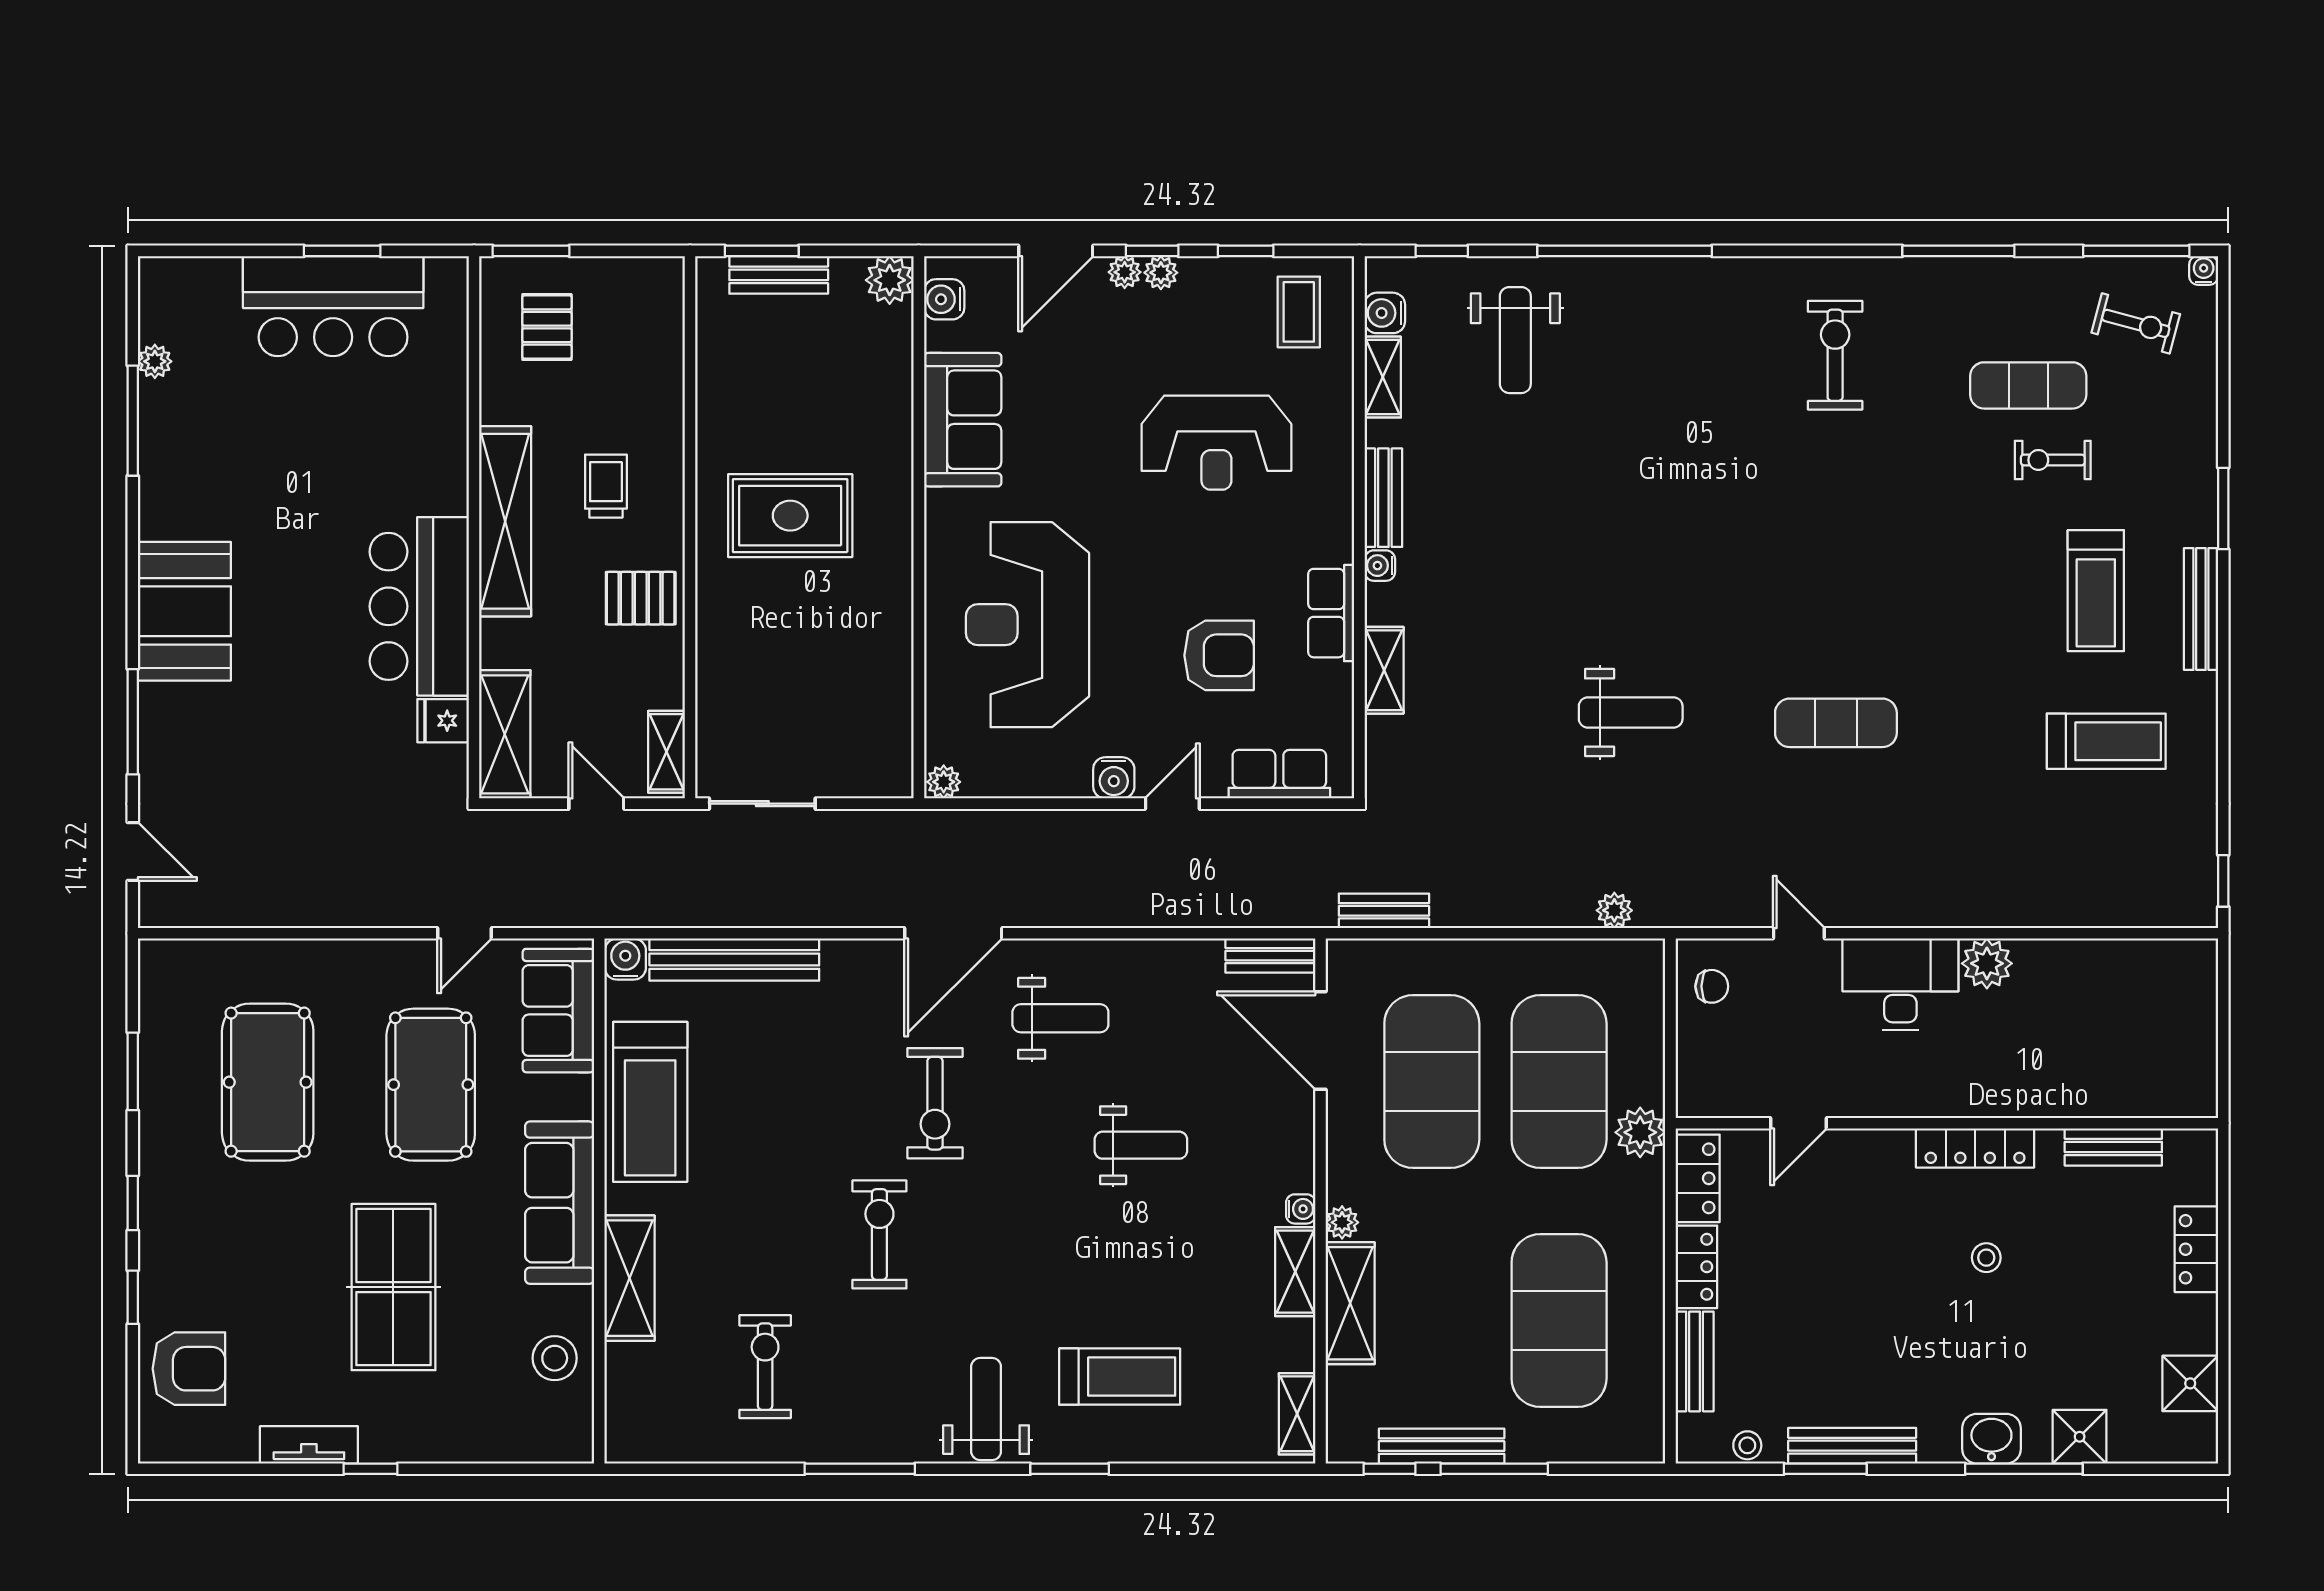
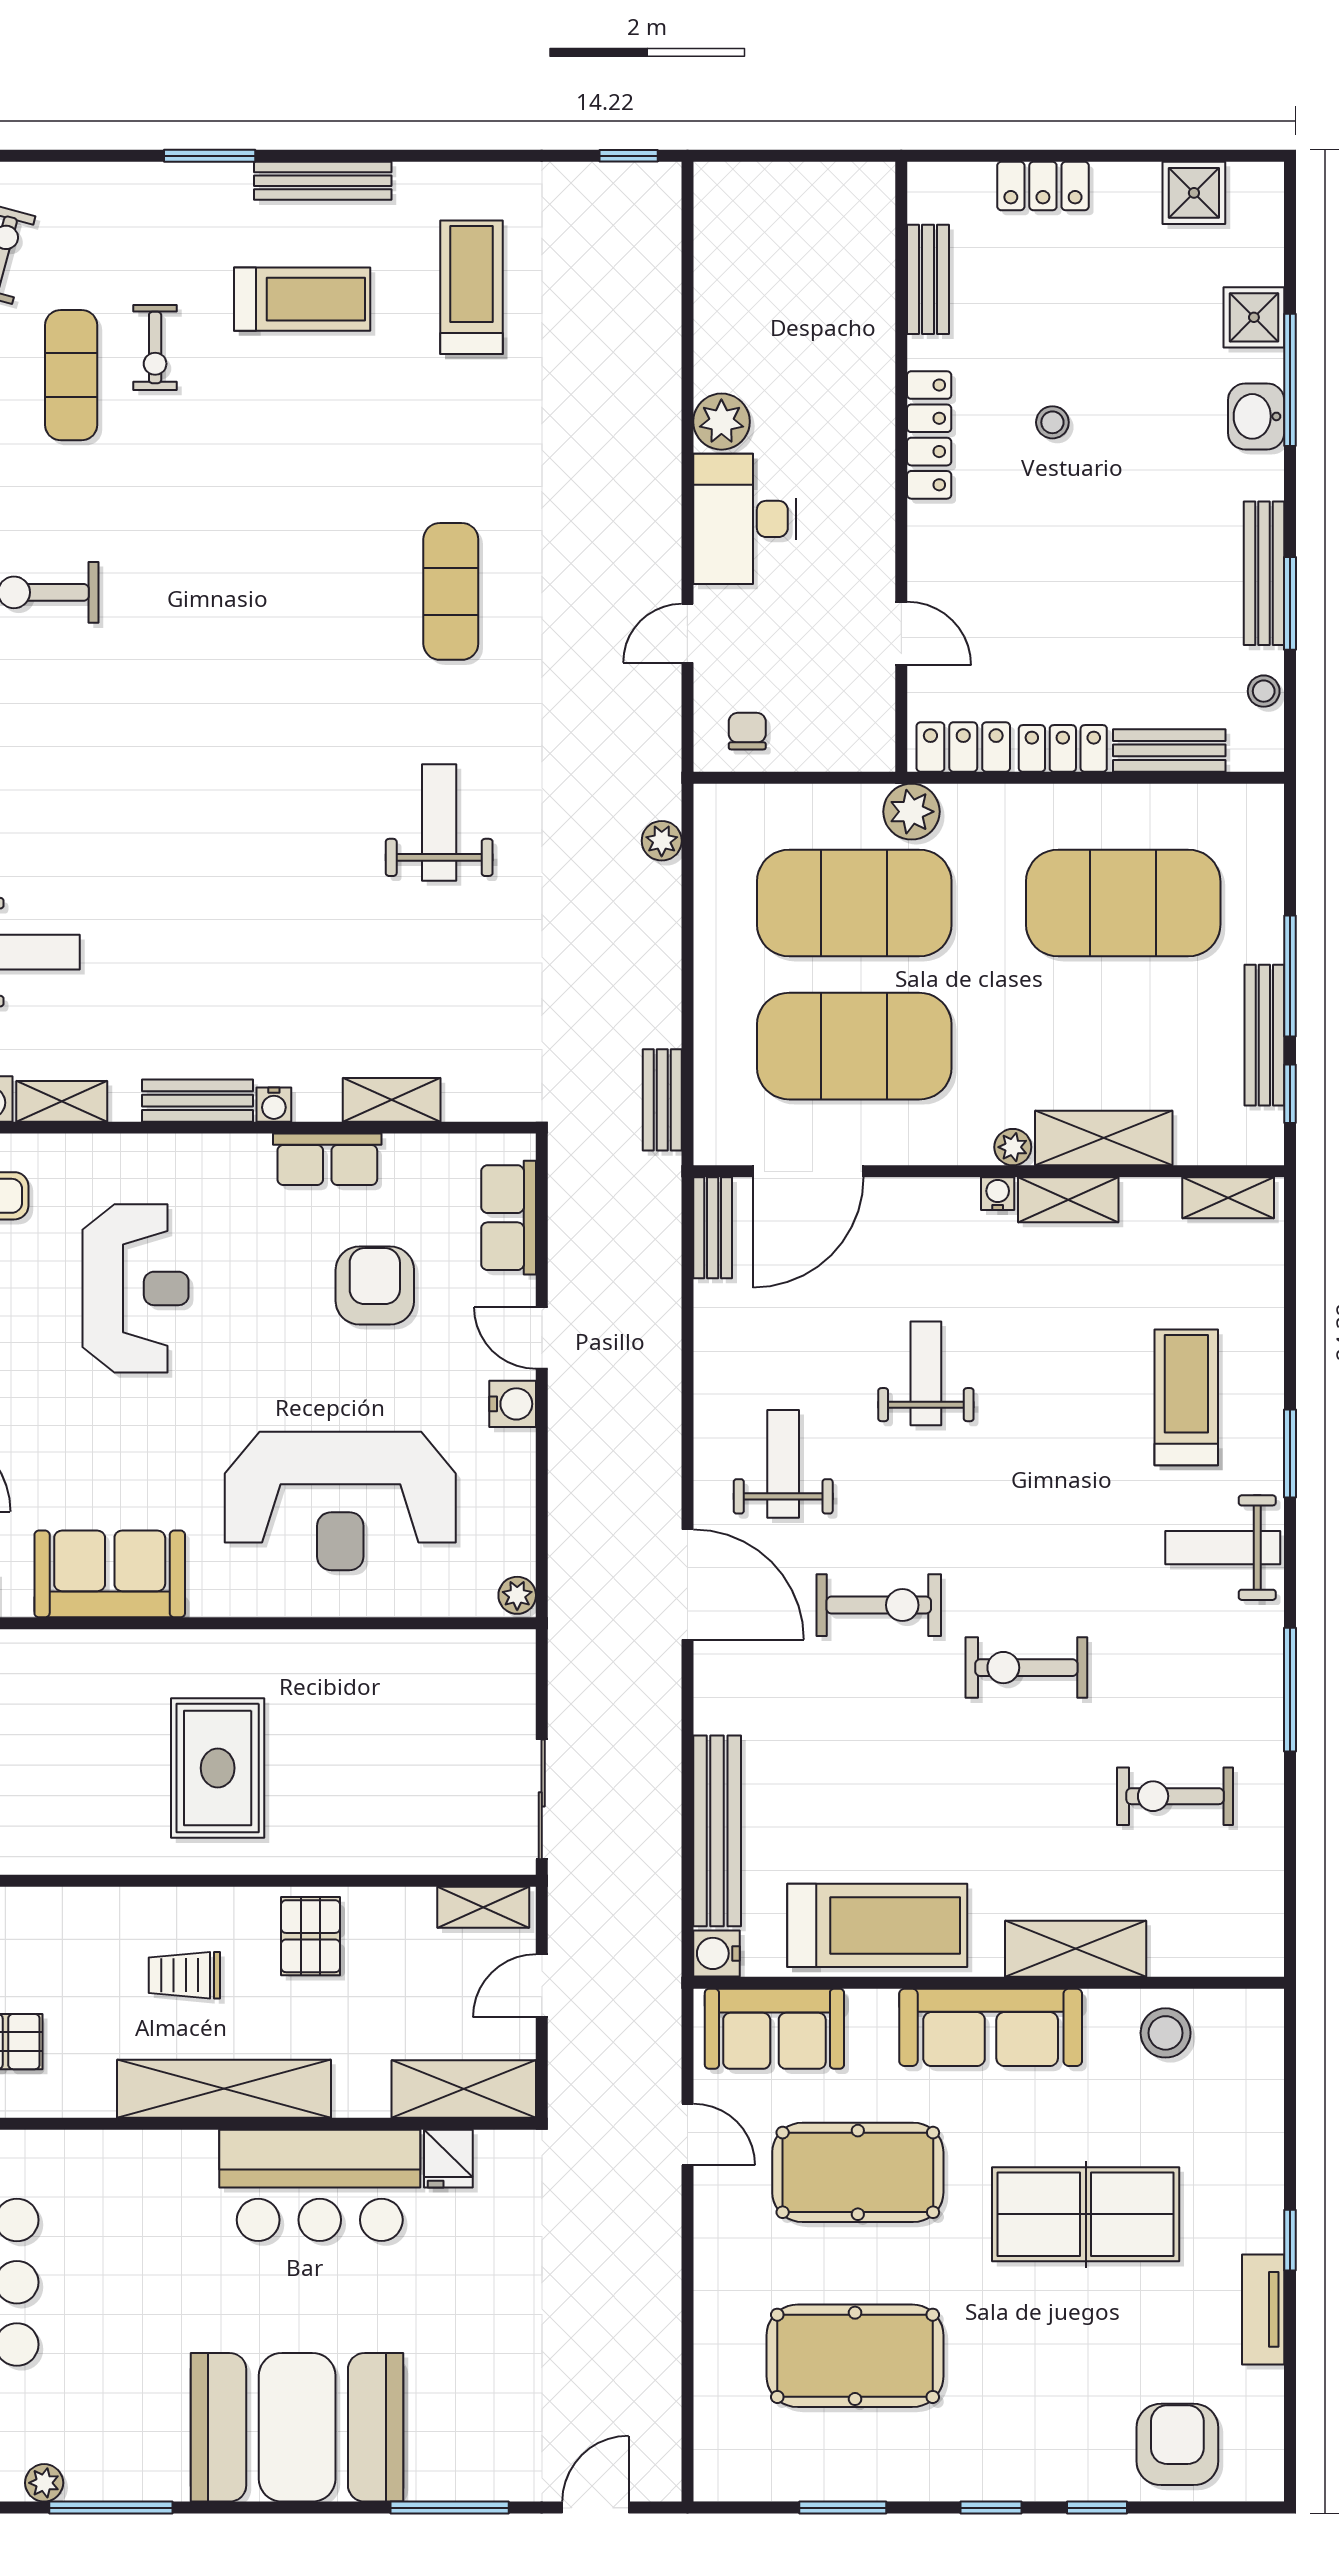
booth: (184, 611) -> (297, 2427), width x1.36, depth x1.42

